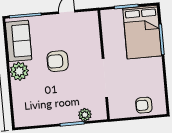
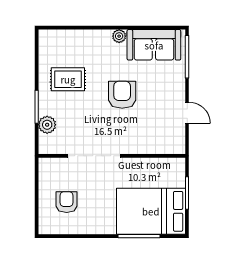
plant: (19, 71) -> (119, 36), width x0.53, depth x0.53
rug: (50, 102) -> (68, 79), added
armchair: (144, 105) -> (67, 202), moved

